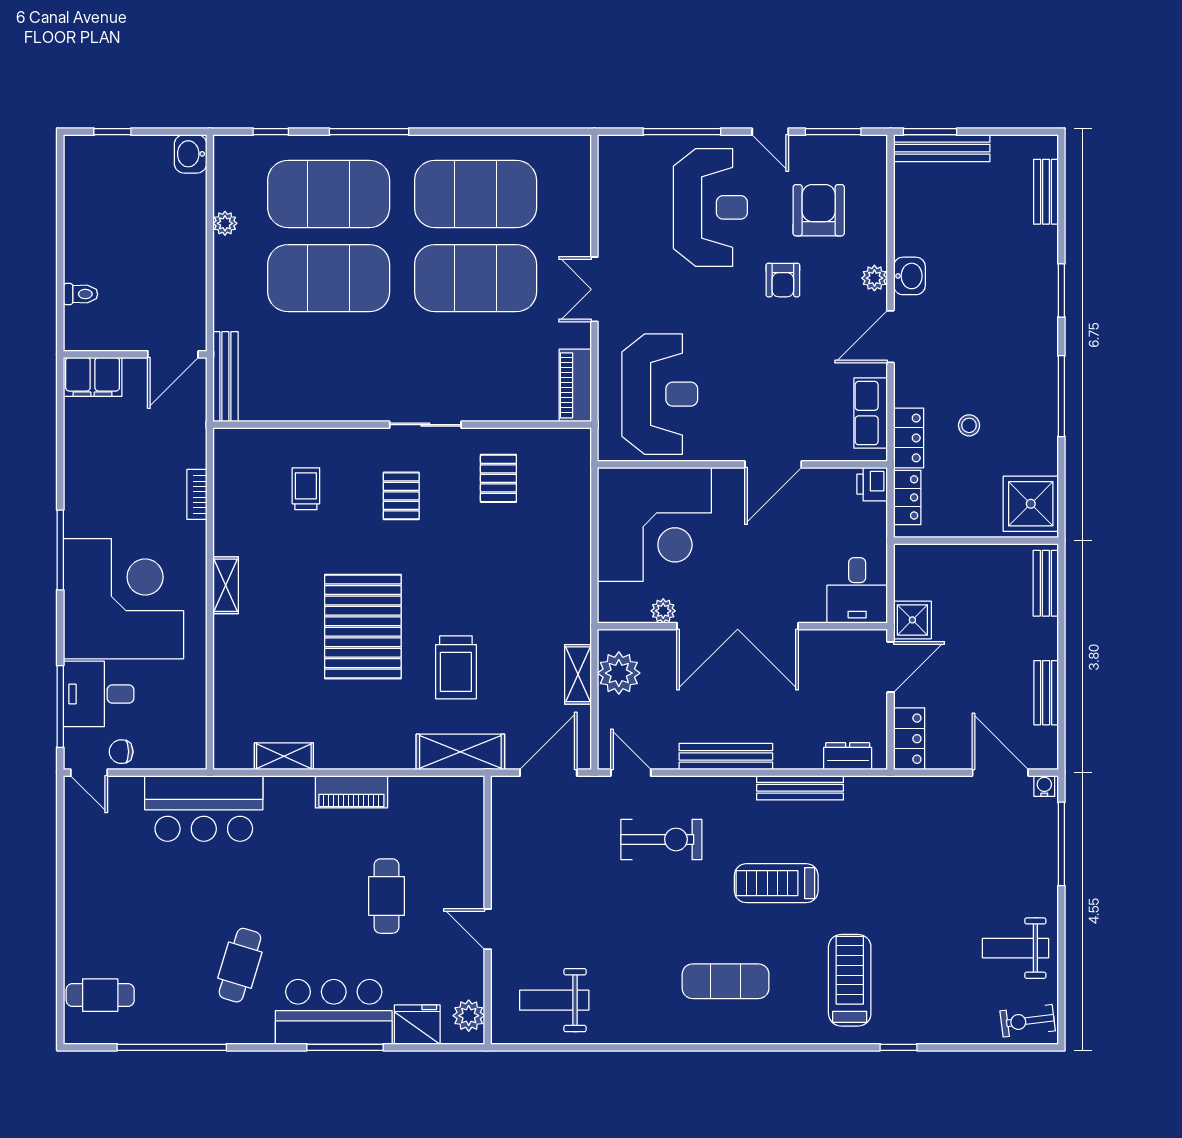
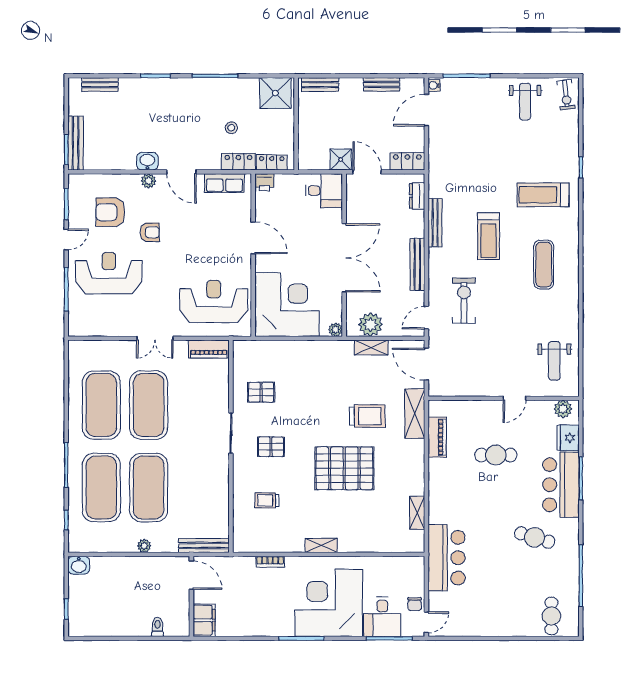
plant: (225, 223) -> (144, 546), moved
plant: (663, 611) -> (335, 330), moved
piano: (351, 792) -> (437, 437), moved

